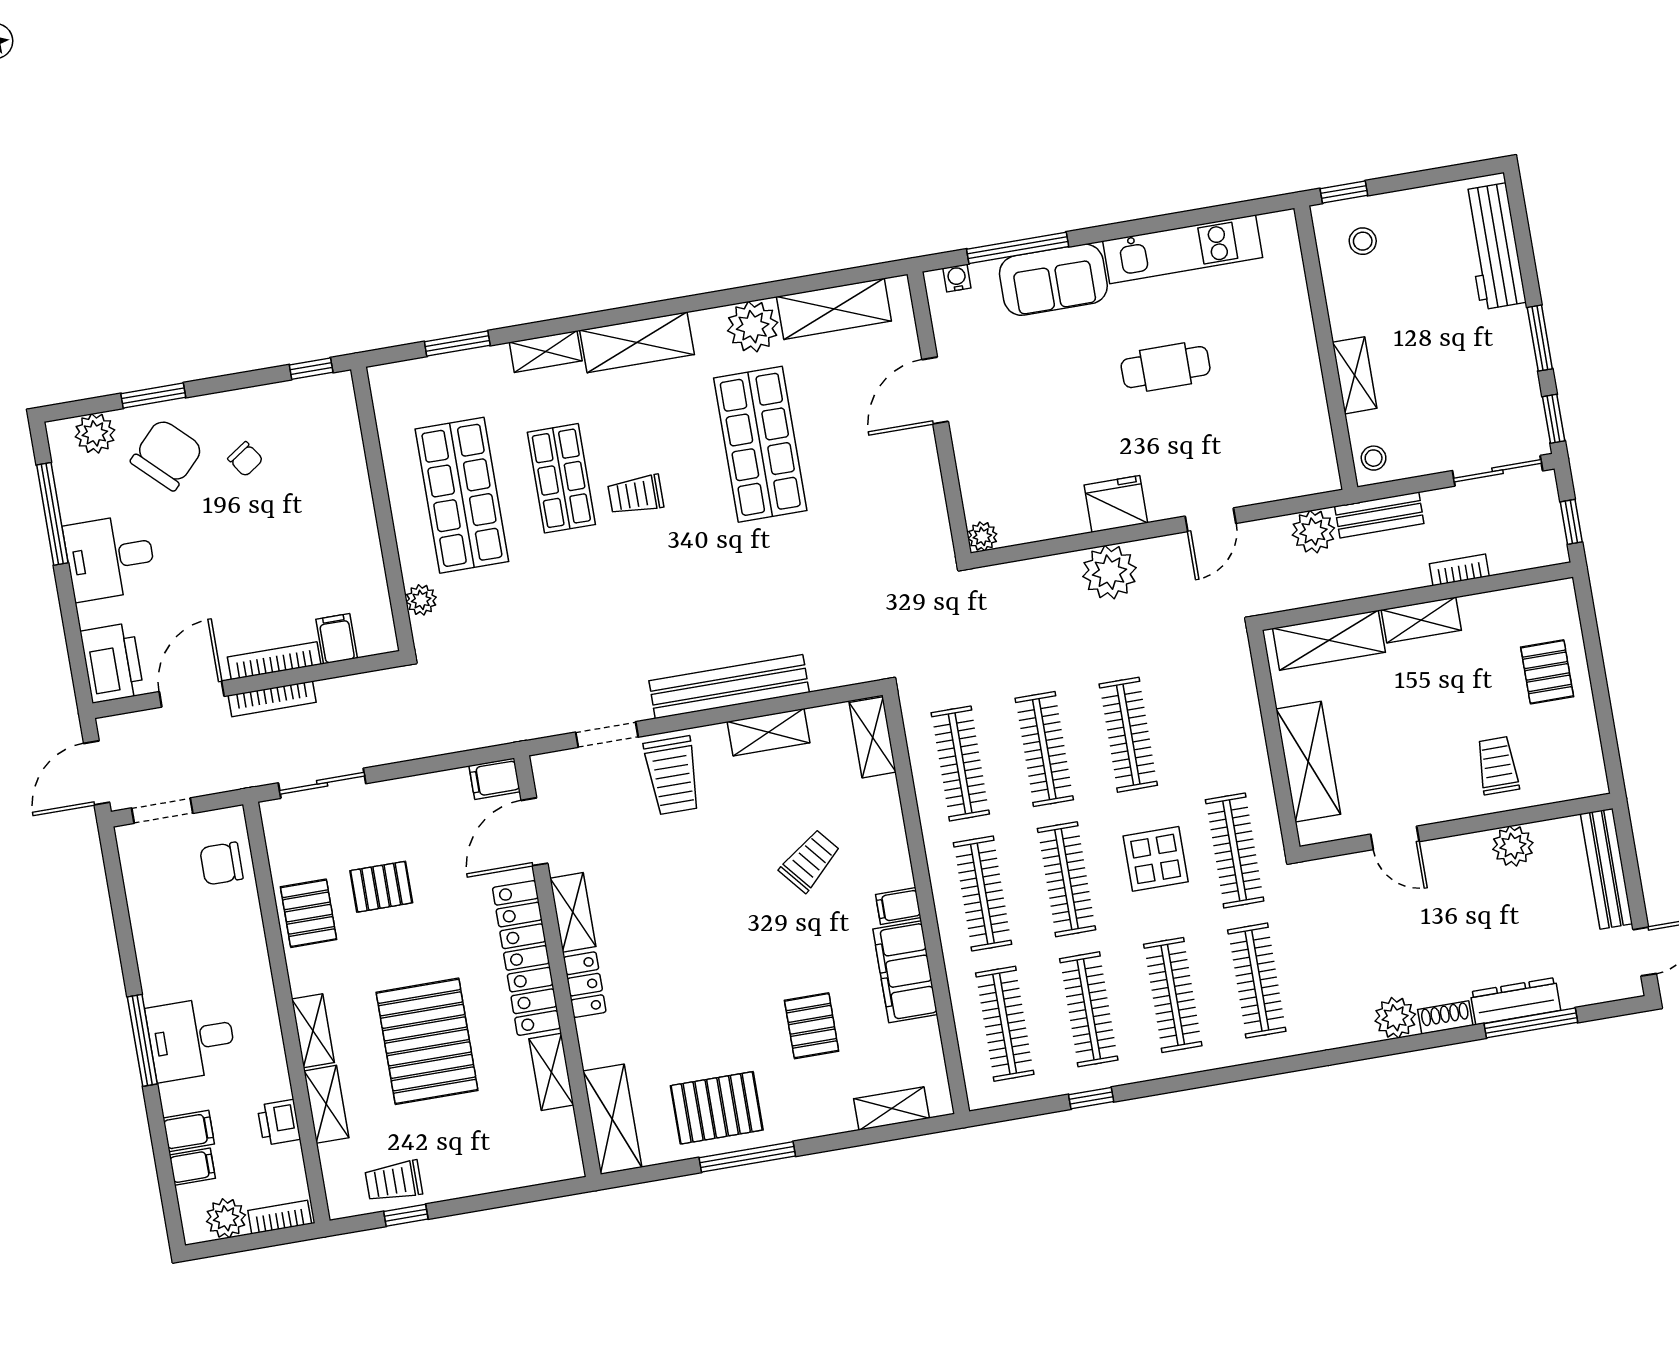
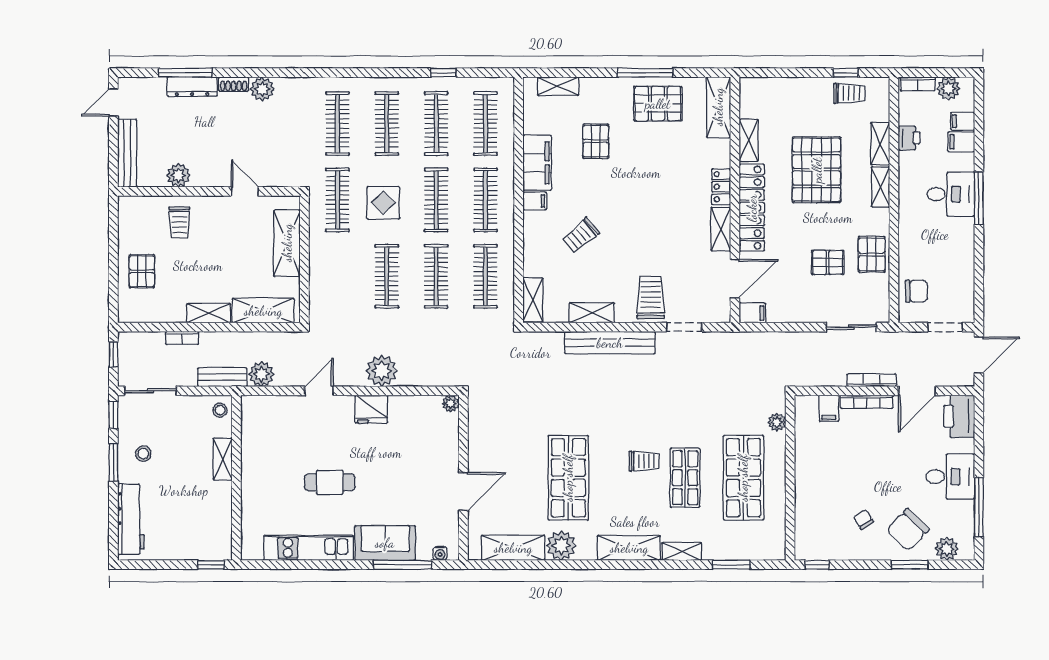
stool: (1363, 241) -> (143, 454), moved

